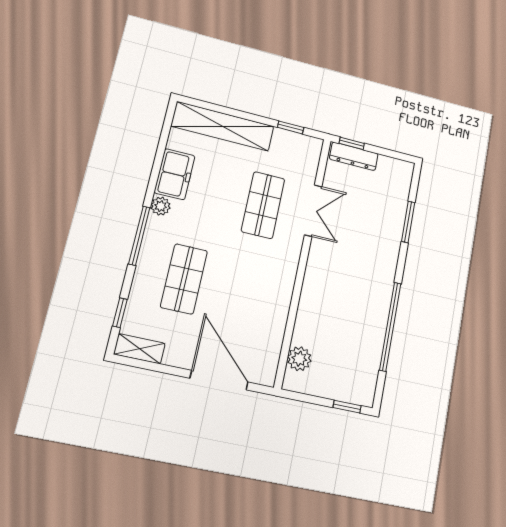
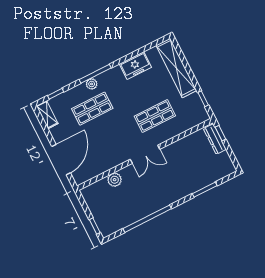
plant: (161, 206) -> (92, 84), moved
double door: (313, 211) -> (145, 154), moved
plant: (299, 359) -> (115, 180), moved

